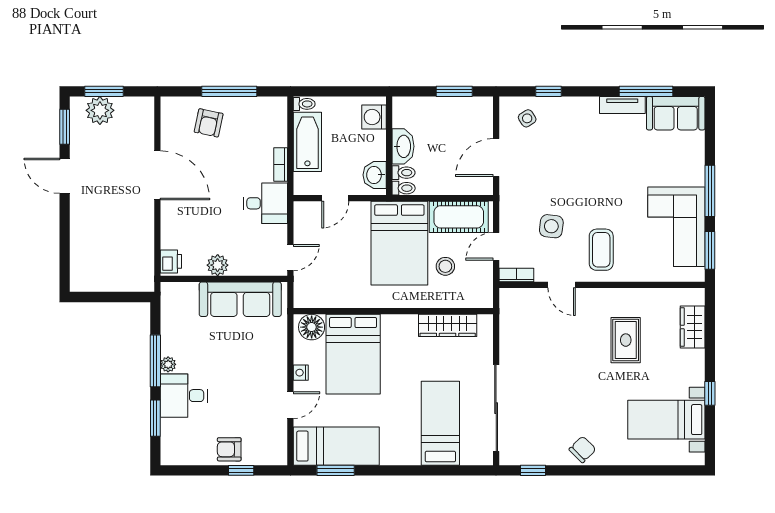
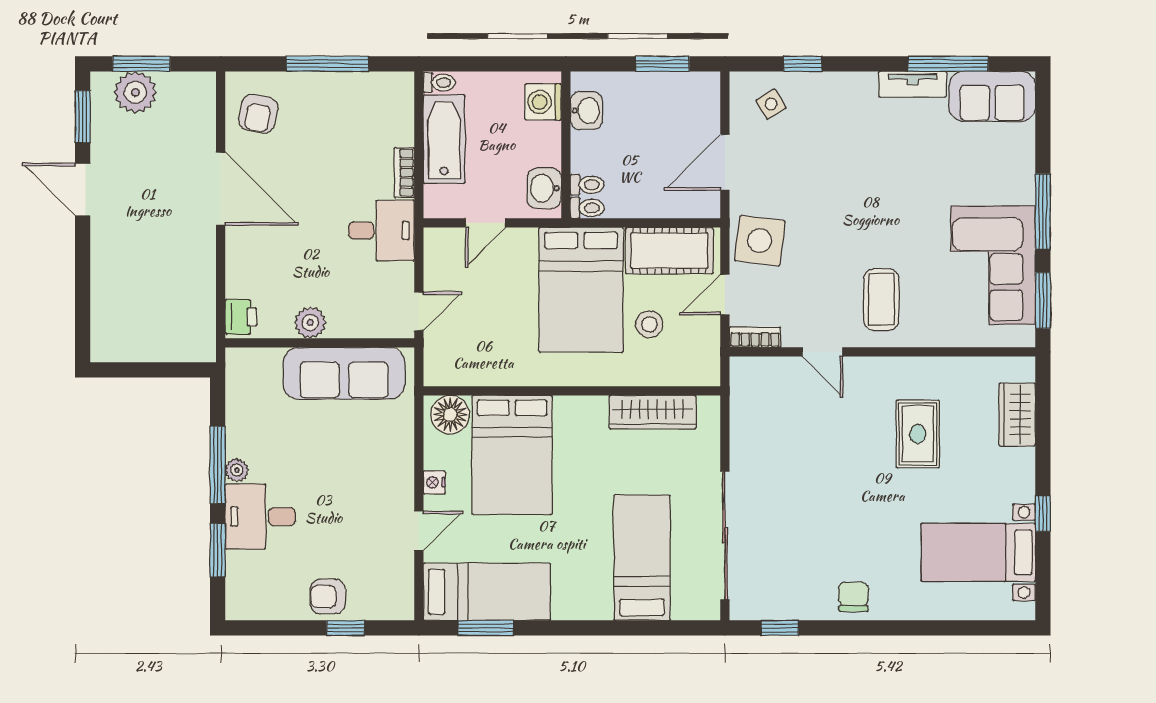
armchair: (209, 123) -> (258, 114), moved
washbasin: (403, 146) -> (586, 111), moved, width x0.72
side table: (551, 226) -> (760, 241), moved, width x1.37, depth x1.37
chair: (583, 449) -> (853, 597), turned -45

